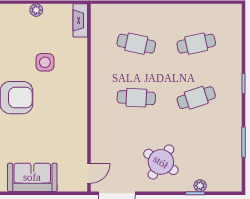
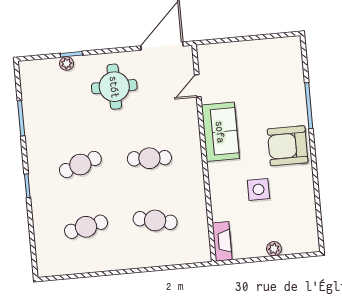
round table: (161, 162) -> (114, 87), turned -33
door: (89, 173) -> (198, 86), moved
sofa: (32, 177) -> (220, 132), moved, turned -90

